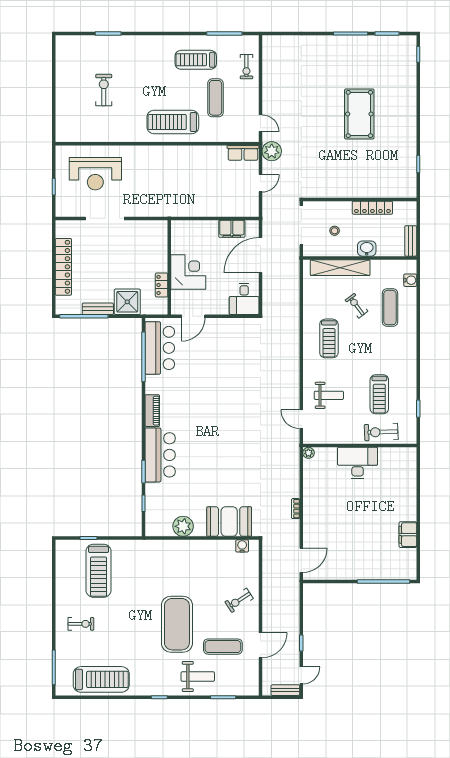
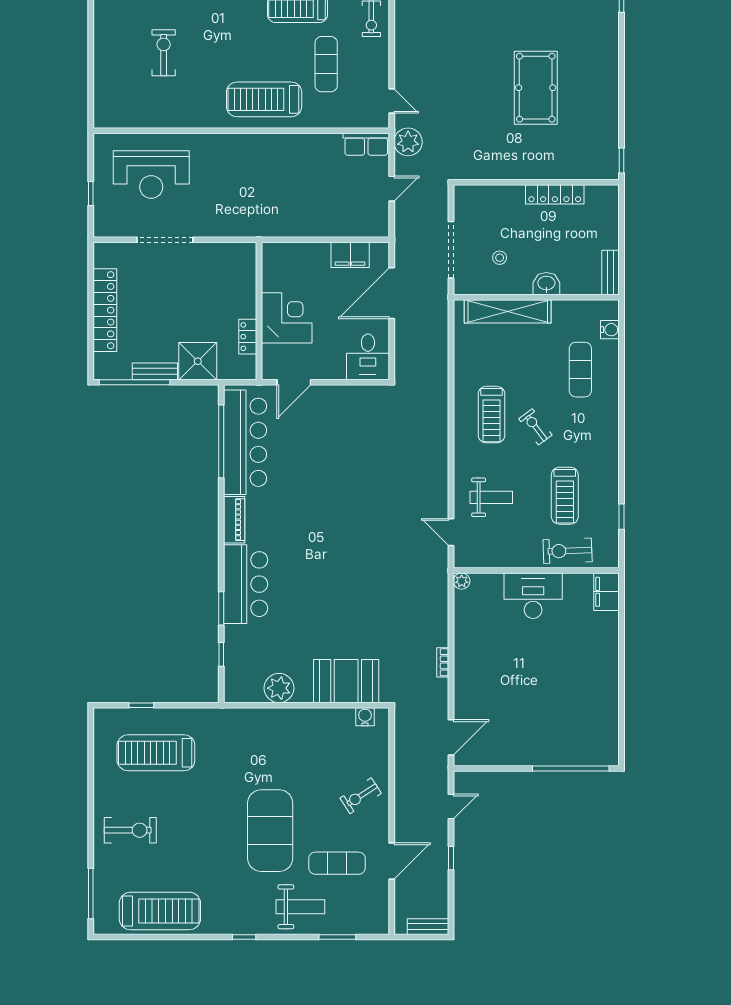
wall: (360, 199) -> (536, 182), moved
locker: (372, 208) -> (555, 194), moved
exercise bike: (356, 306) -> (535, 427), moved
bar counter: (160, 348) -> (245, 442), width x1.36
filing cabinet: (408, 535) -> (606, 592), moved
treadmill: (99, 571) -> (156, 753), turned 90
exercise bike: (81, 624) -> (130, 830), width x1.38, depth x1.39
door: (301, 675) -> (451, 807), moved

